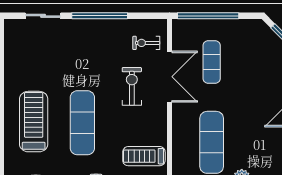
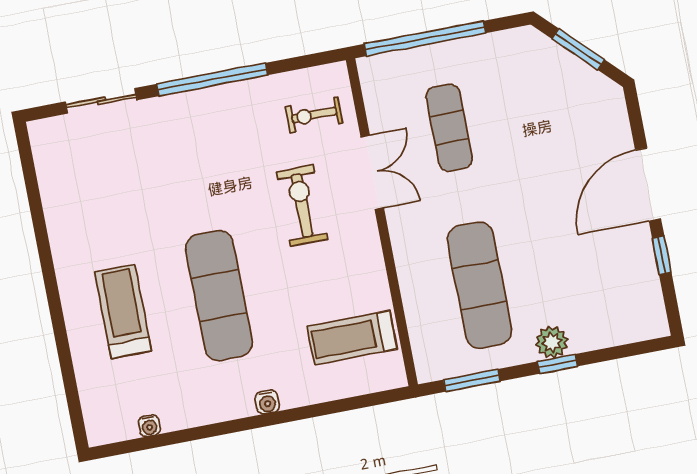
double door: (170, 77) -> (372, 172), width x0.73
treadmill: (34, 122) -> (123, 312), width x0.73, depth x0.73

